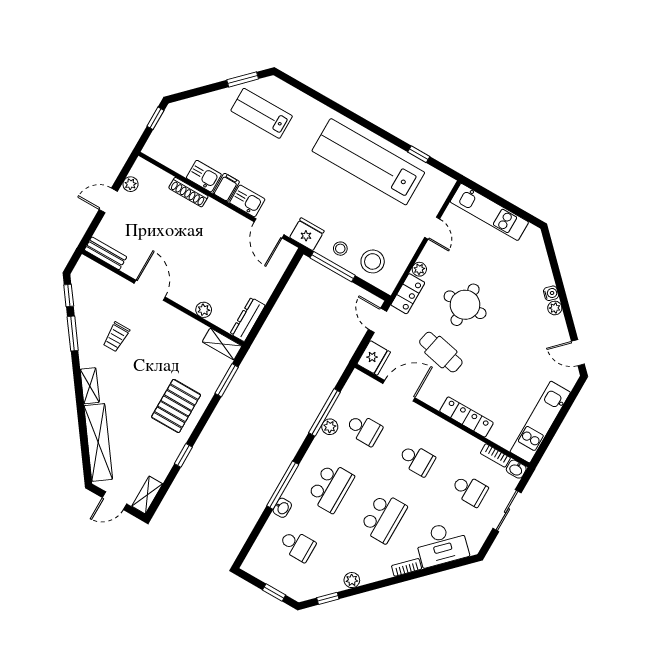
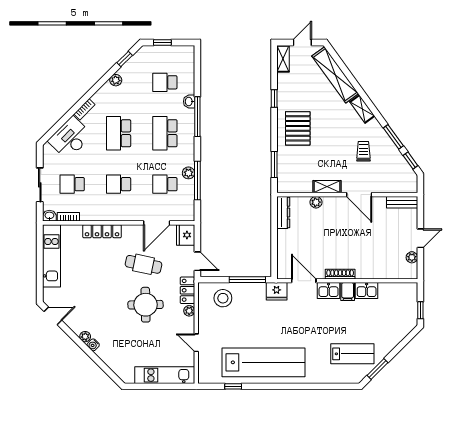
shoe rack: (188, 192) -> (340, 274), moved
stool: (340, 249) -> (249, 294), removed
shelving: (222, 344) -> (327, 187), moved

